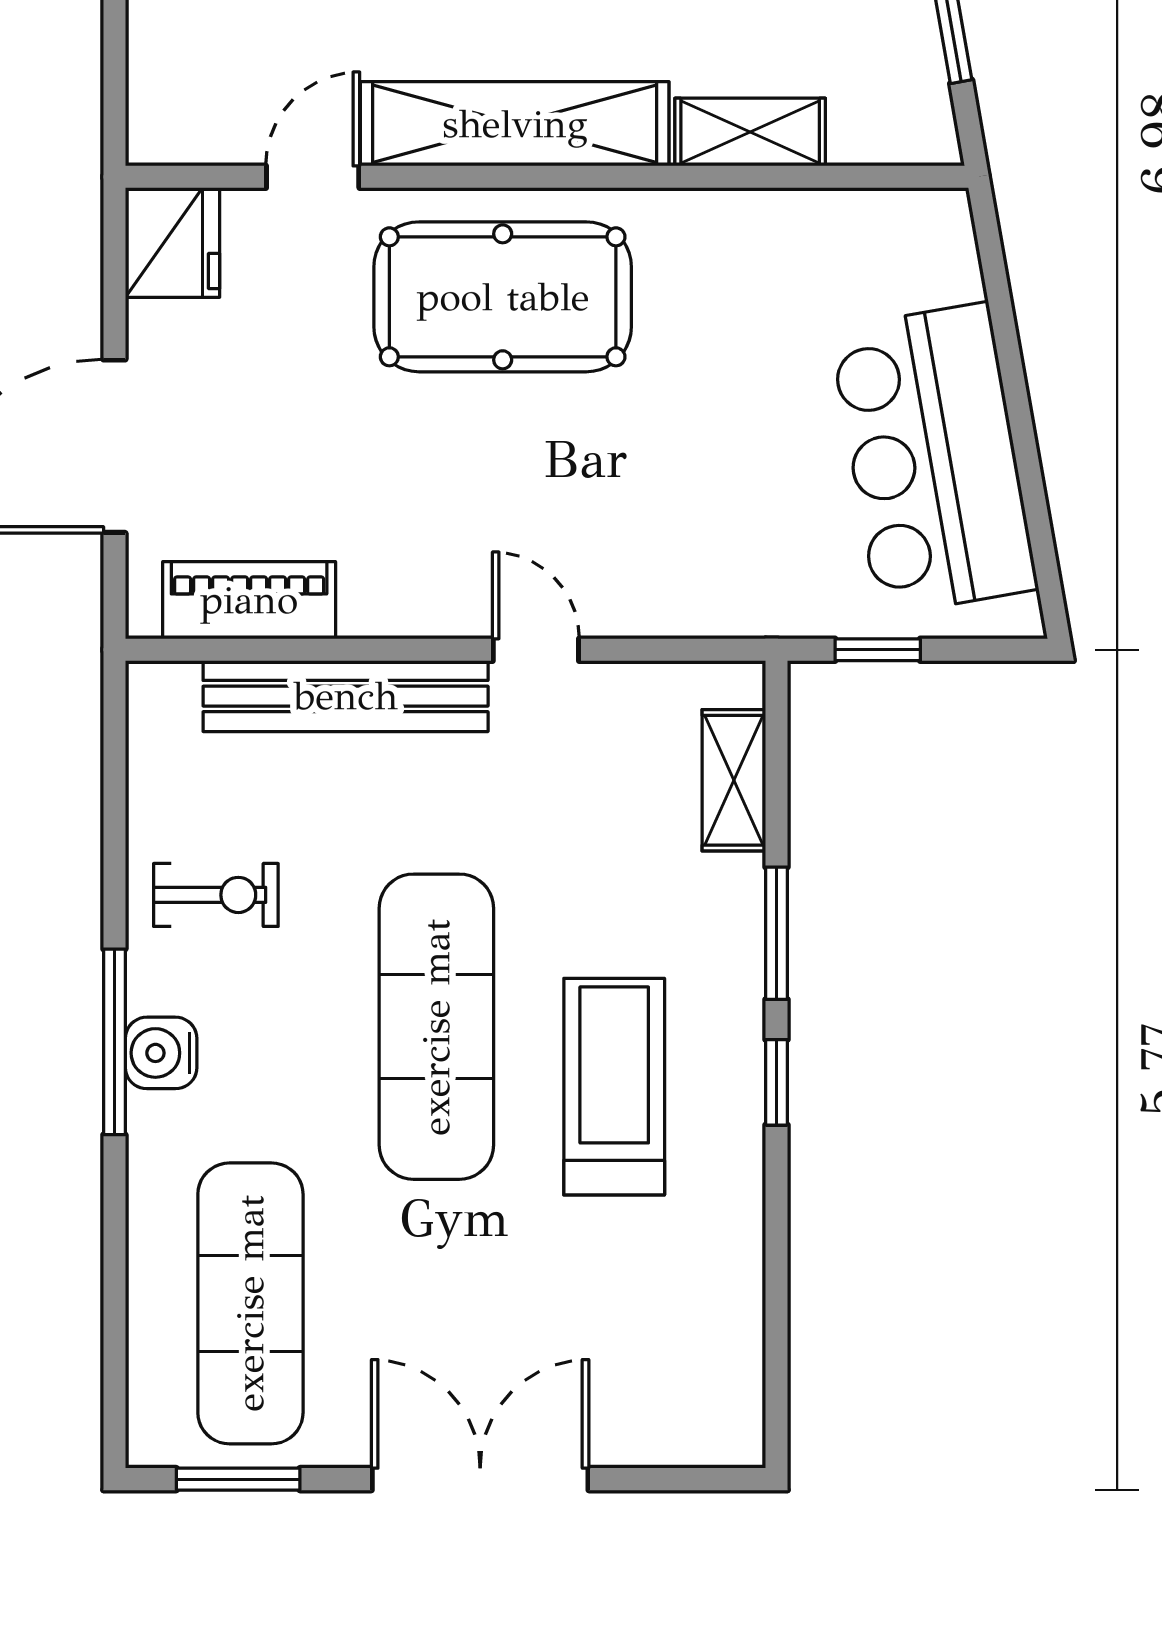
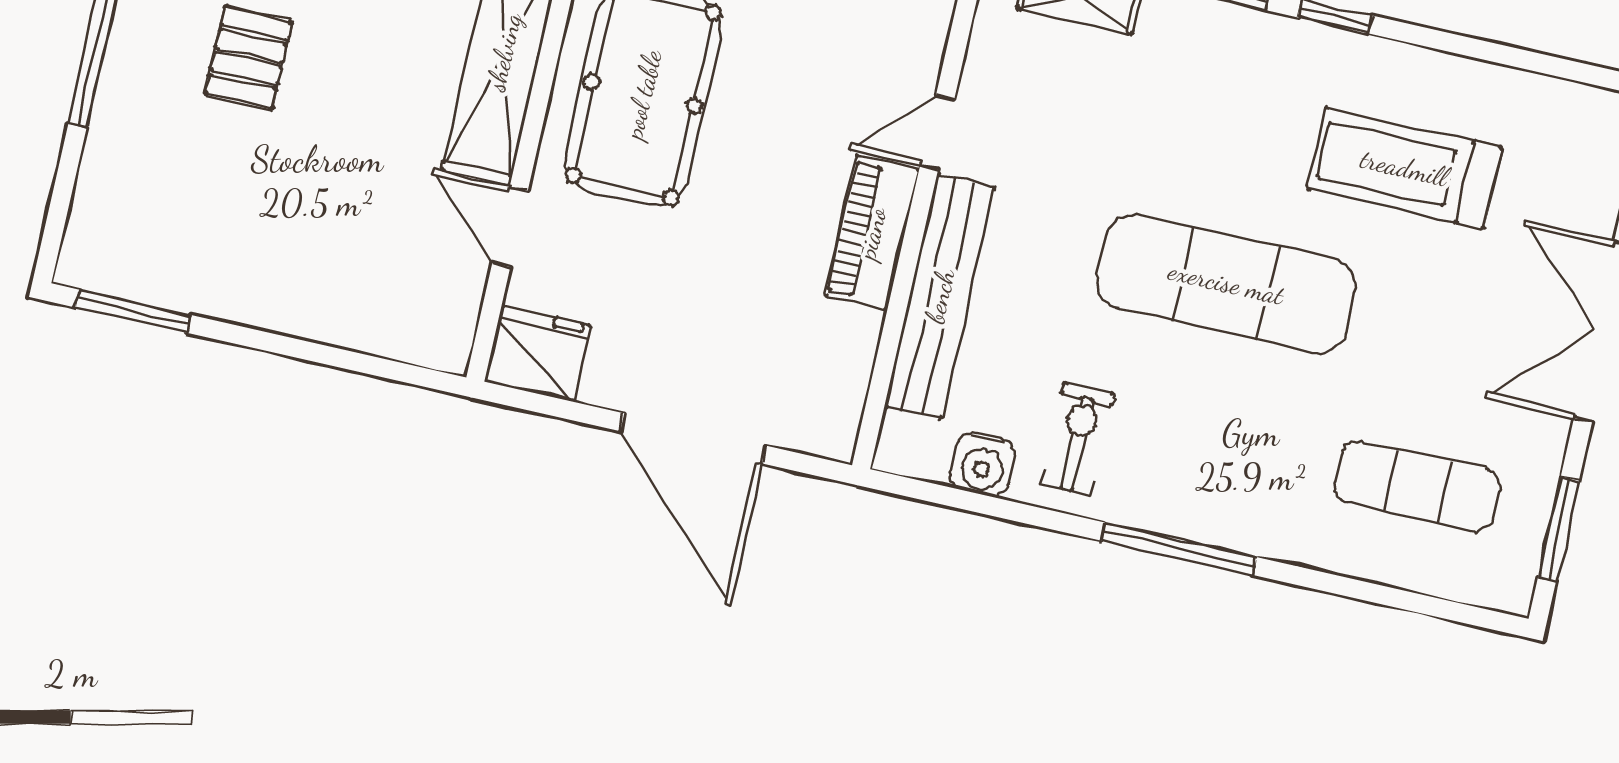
piano: (249, 600) -> (872, 233), moved
water cooler: (161, 1053) -> (983, 464), moved
treadmill: (614, 1087) -> (1404, 168), moved
exercise mat: (250, 1303) -> (1417, 486), width x0.73, depth x0.69

